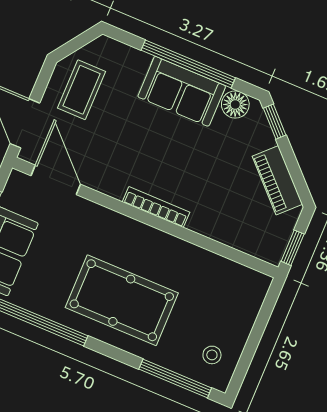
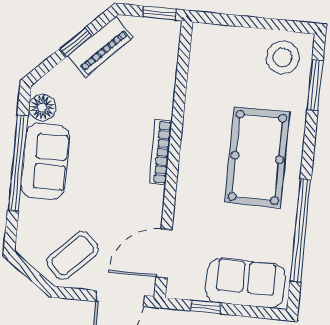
coffee table: (81, 90) -> (73, 255), turned -45
window: (275, 122) -> (76, 42), moved
stool: (212, 355) -> (282, 57), width x1.89, depth x1.89
window: (175, 379) -> (315, 85), width x0.69

